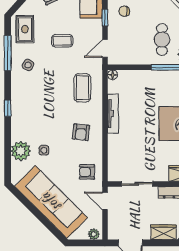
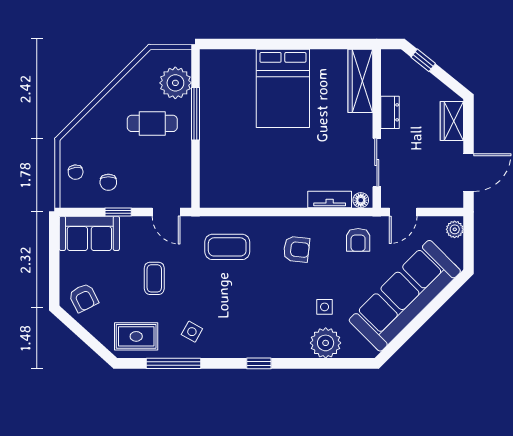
floor lamp: (113, 75) -> (361, 200), moved
tv unit: (113, 114) -> (330, 199), moved, width x0.71

